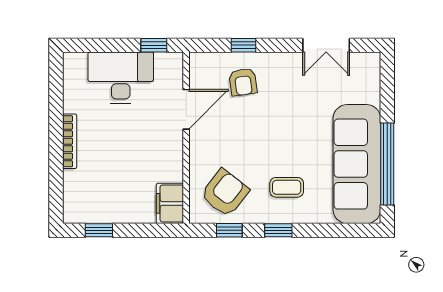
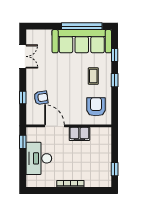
armchair: (225, 193) -> (96, 107), turned 52
filing cabinet: (170, 203) -> (79, 134), moved
window: (229, 230) -> (115, 55), moved

